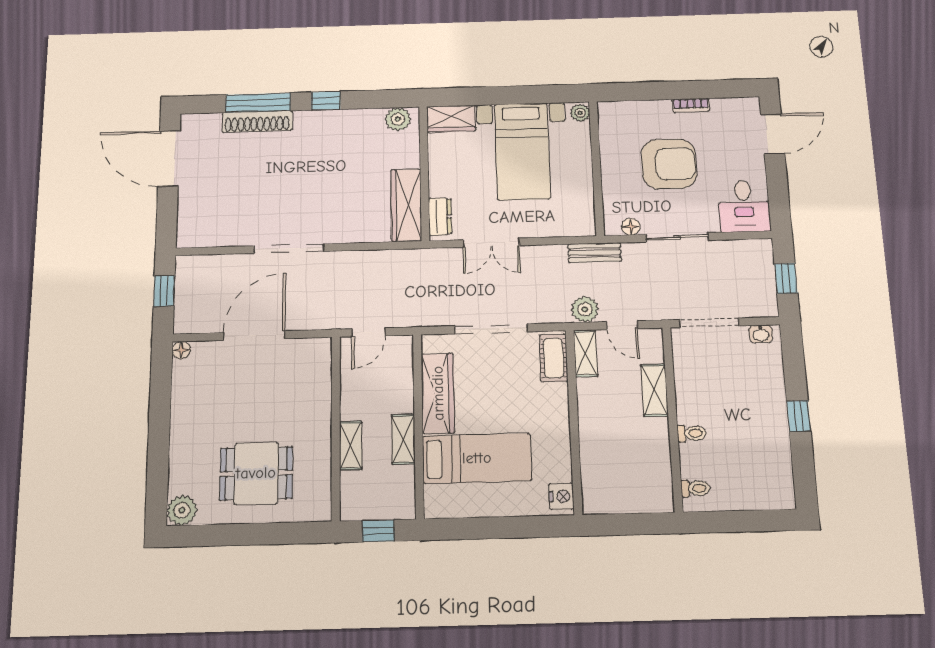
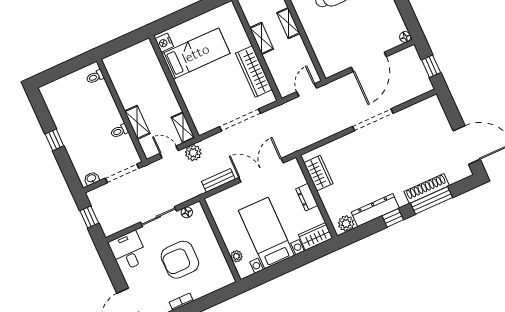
plant: (580, 113) -> (236, 256), moved
dresser: (346, 121) -> (375, 210), added
wardrobe: (406, 205) -> (318, 173), width x0.67
dresser: (440, 217) -> (307, 197), moved
double door: (491, 243) -> (261, 170), width x1.37
bench: (595, 253) -> (218, 180), moved
cot: (554, 358) -> (199, 118), removed
toilet: (692, 433) -> (119, 131), moved
bed: (477, 458) -> (196, 54), moved, turned 180

